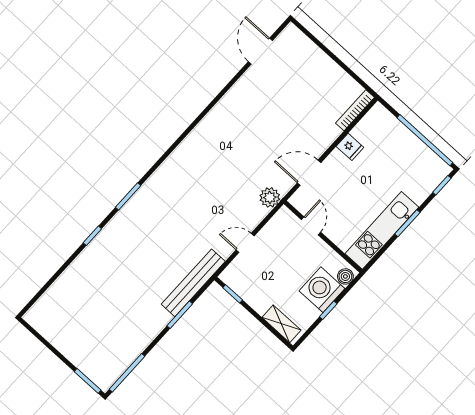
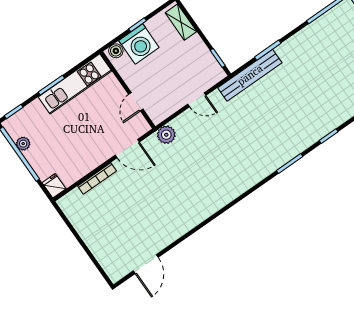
bookcase: (355, 110) -> (97, 178), moved
fridge: (350, 147) -> (54, 186), moved
plant: (424, 153) -> (23, 144), added

